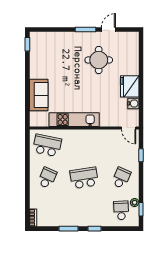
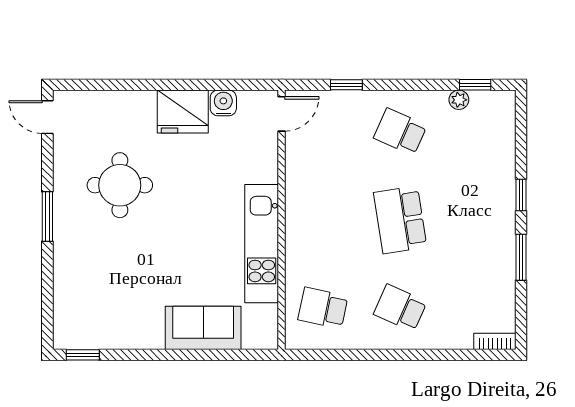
door: (108, 30) -> (47, 117), moved
school desk: (47, 145) -> (323, 308), width x0.54
school desk: (121, 210) -> (478, 132), removed

